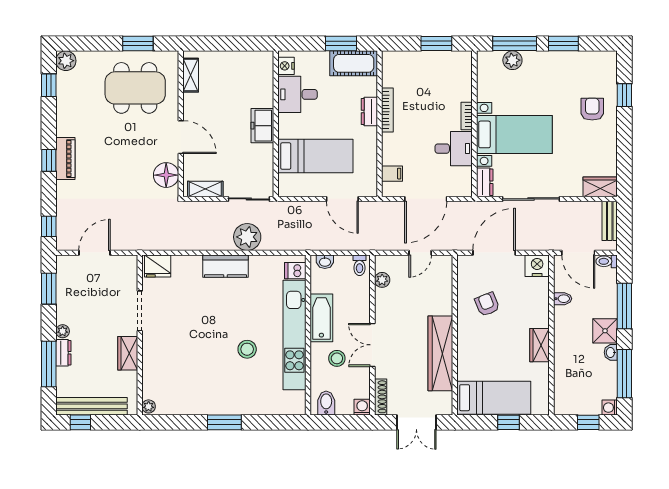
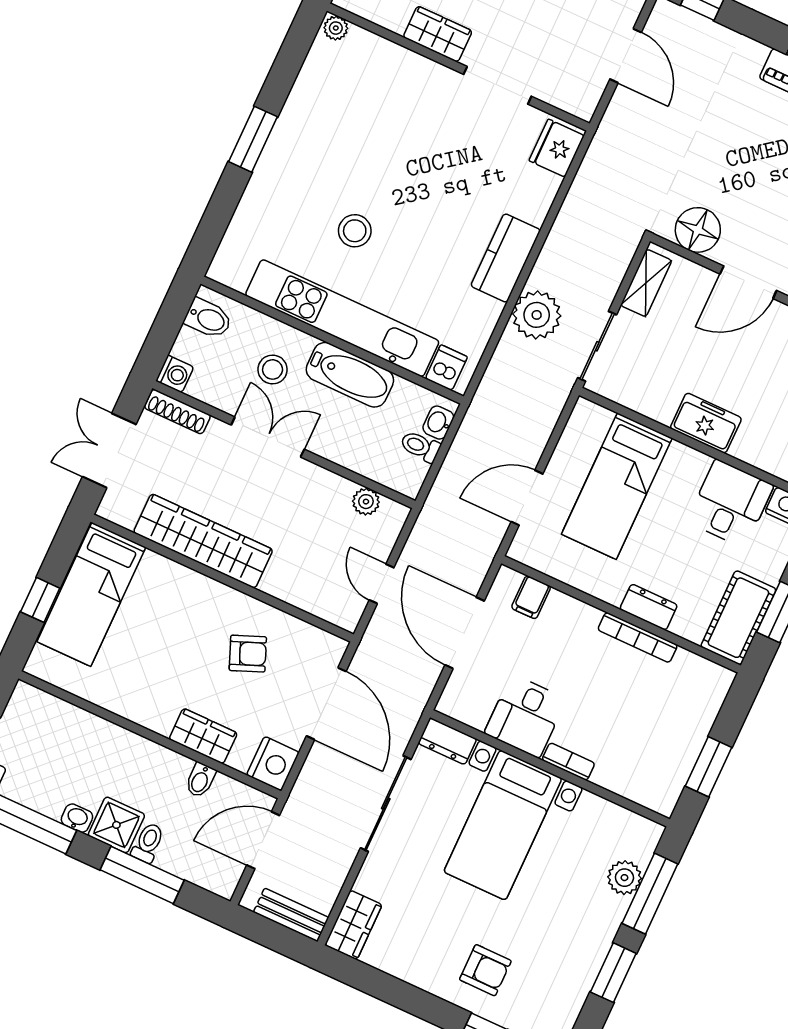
toilet: (607, 261) -> (148, 843), moved
toilet: (360, 265) -> (420, 446), moved
wardrobe: (539, 345) -> (203, 736), moved

